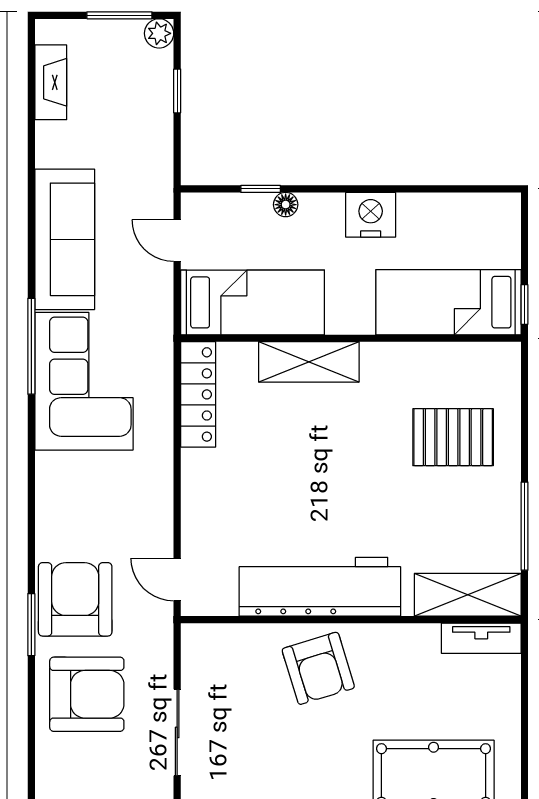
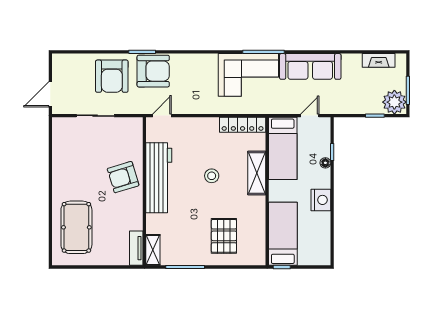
plant: (159, 33) -> (394, 102), width x1.88, depth x1.88
stool: (315, 465) -> (212, 176), added
shelving: (468, 595) -> (153, 250), width x0.67, depth x0.75

